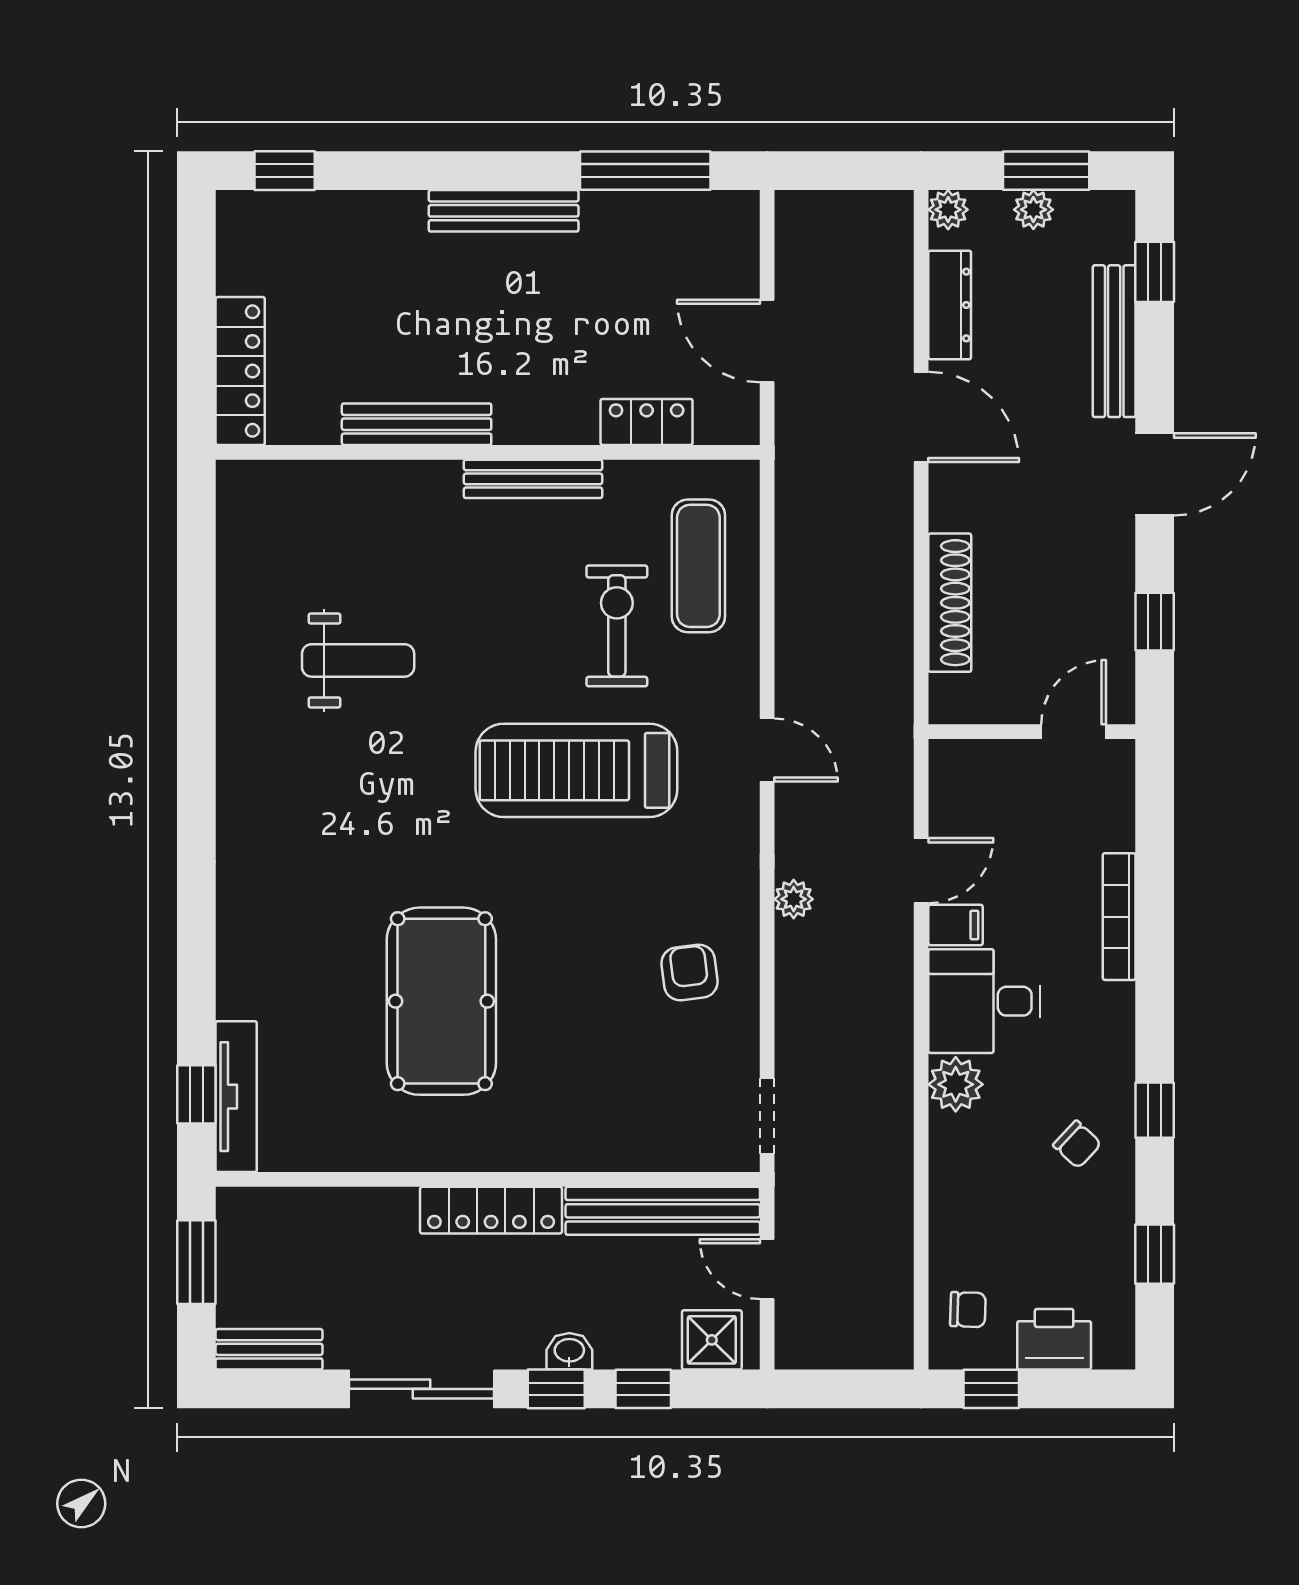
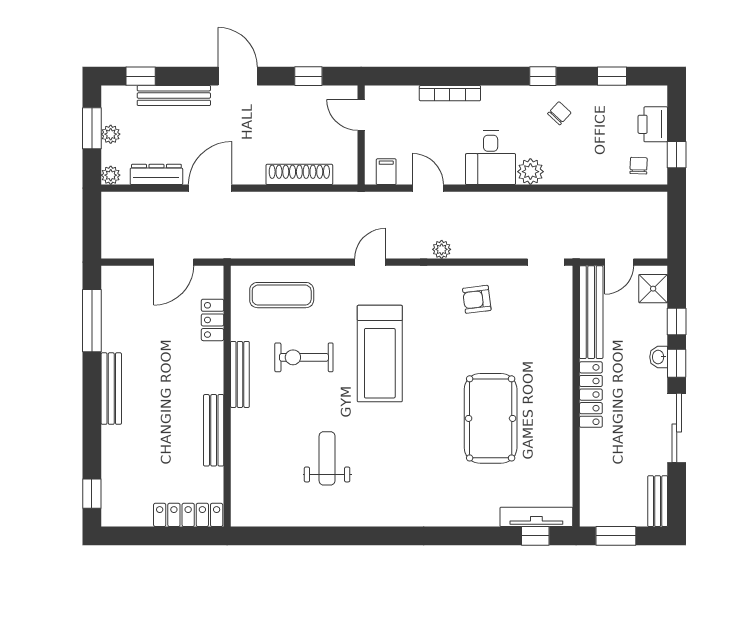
exercise bike: (617, 626) -> (304, 357), moved
filing cabinet: (955, 925) -> (386, 172), moved
pool table: (441, 1001) -> (491, 418), turned 90

